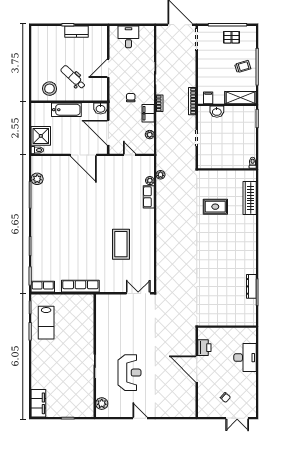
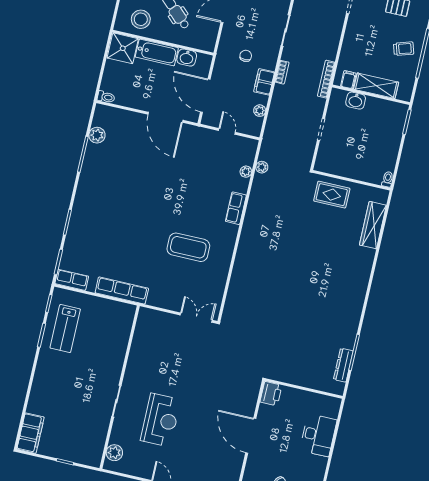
shelving: (240, 98) -> (376, 86), moved
washbasin: (101, 108) -> (187, 58), moved
shower: (41, 136) -> (123, 48), moved
row of seats: (149, 197) -> (236, 208), moved
rug: (215, 207) -> (332, 195), moved
coffee table: (121, 244) -> (188, 247), turned 90
dresser: (251, 286) -> (343, 365), moved
printer: (204, 348) -> (271, 394), moved

